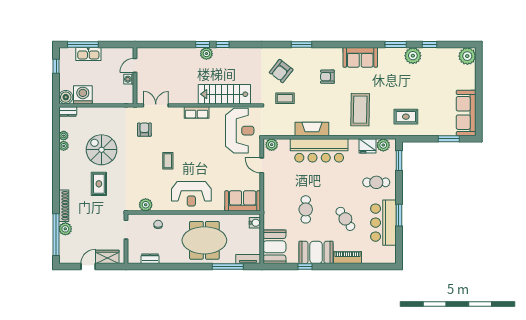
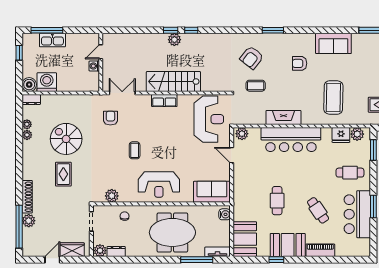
stairs: (224, 94) -> (173, 82), moved
plant: (134, 258) -> (100, 251), added

